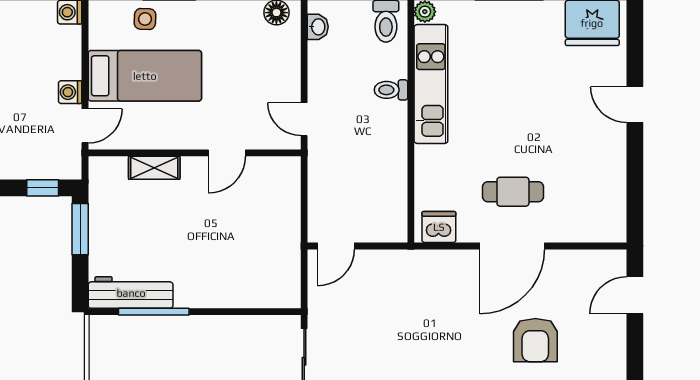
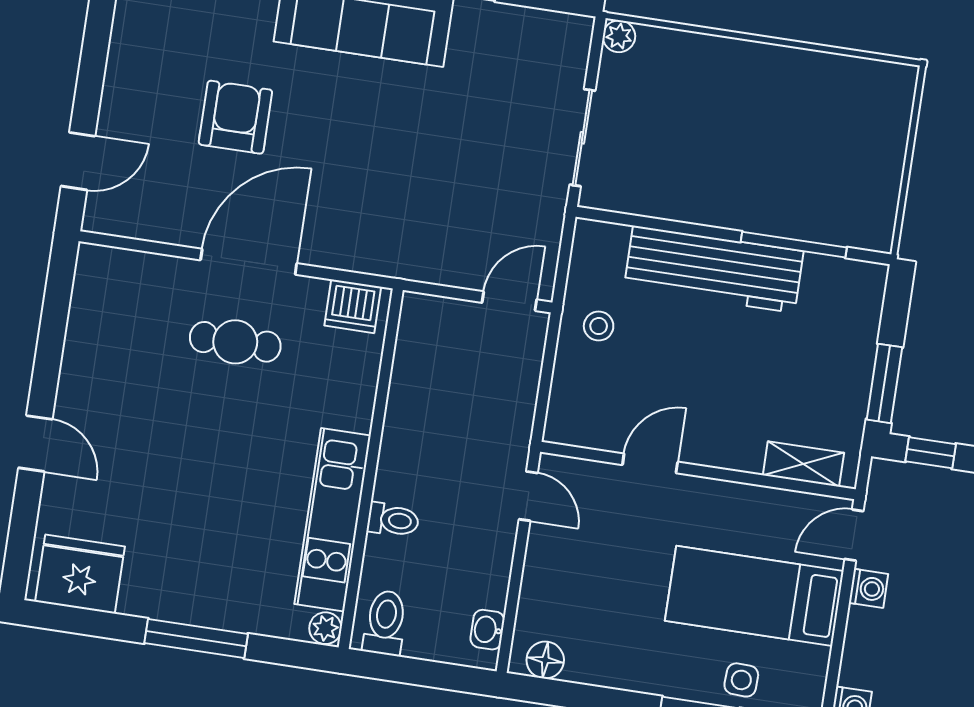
shelving: (154, 168) -> (803, 464), moved
stool: (275, 238) -> (599, 326), added
workbench: (131, 293) -> (714, 269), moved, width x1.36, depth x1.32

